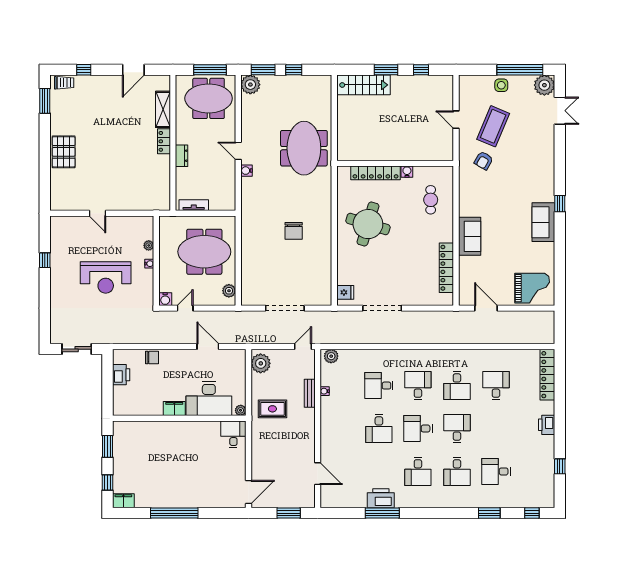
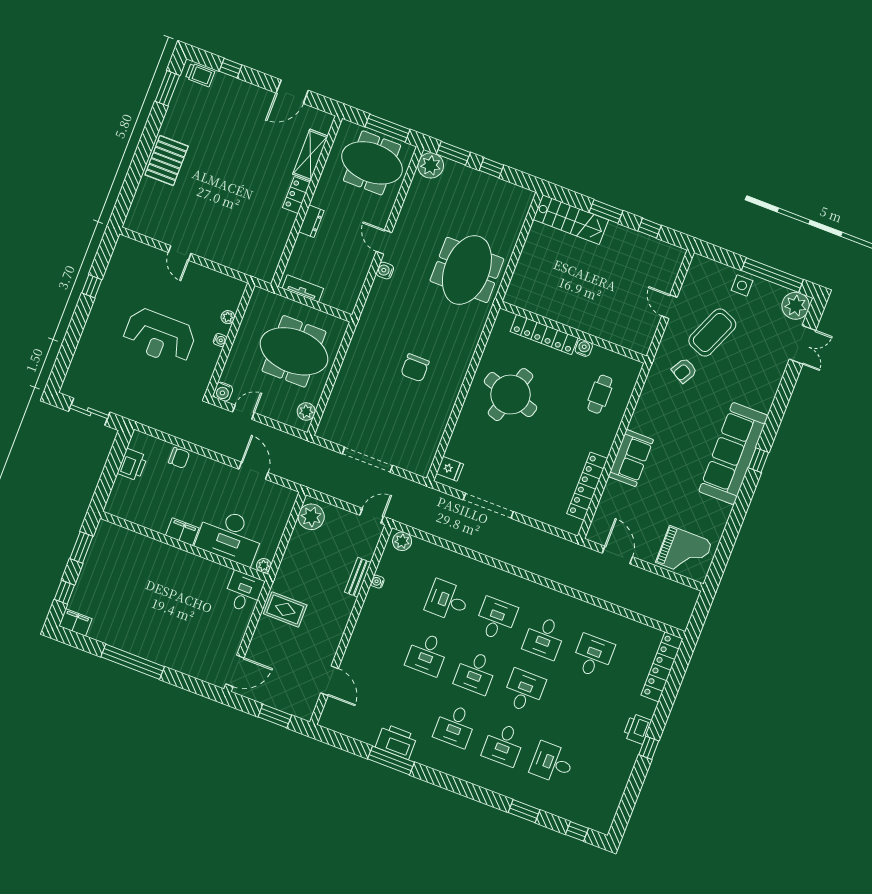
sofa: (543, 222) -> (733, 453), width x1.85, depth x1.27
rug: (272, 409) -> (285, 609), moved
desk: (418, 429) -> (476, 672), turned -90
window: (560, 466) -> (649, 748), moved

